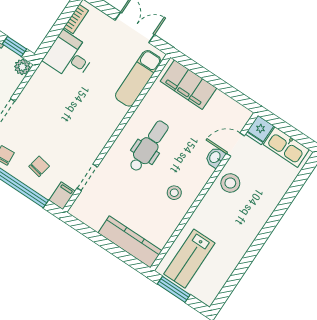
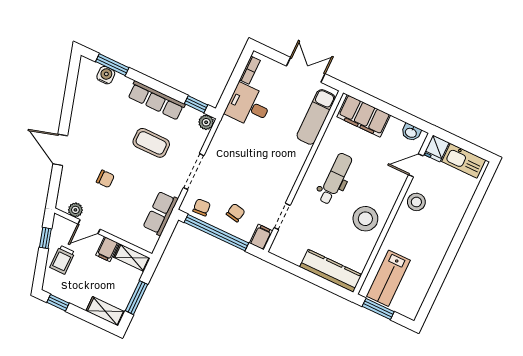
washbasin: (215, 157) -> (411, 132), moved, turned -90
stool: (174, 193) -> (365, 219), width x1.89, depth x1.89

